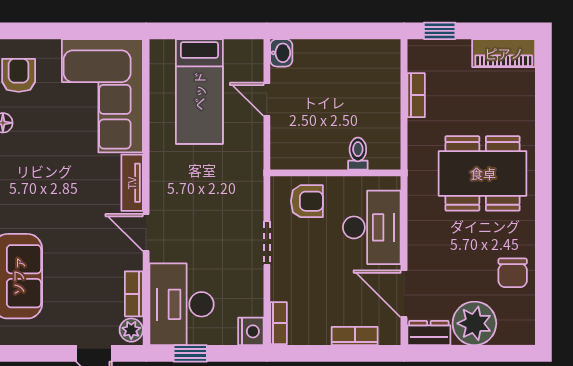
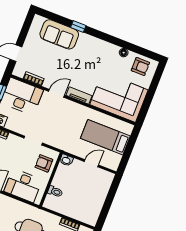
washbasin: (281, 53) -> (66, 160), moved
armchair: (307, 201) -> (44, 163), turned 90
plant: (131, 330) -> (19, 72), removed

